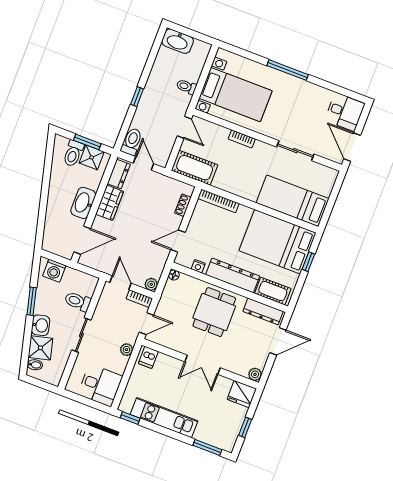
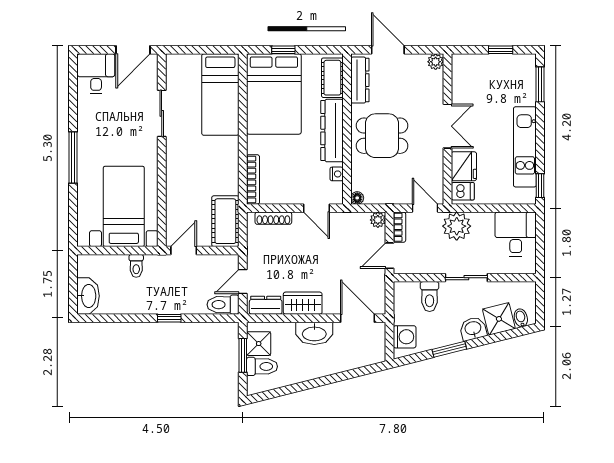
bookcase: (242, 139) -> (172, 180), removed
shoe rack: (183, 205) -> (273, 218), width x1.43
plant: (127, 350) -> (457, 226), width x1.87, depth x1.87
fridge: (242, 394) -> (464, 166), moved

